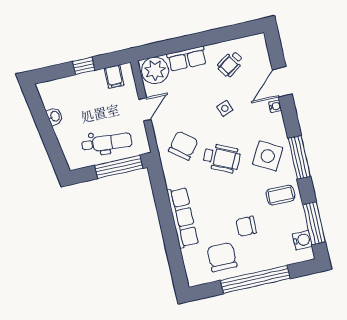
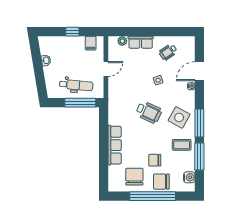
plant: (155, 70) -> (122, 41), width x0.53, depth x0.53
chair: (183, 146) -> (161, 182), moved, turned -128
window: (314, 223) -> (199, 157), moved

